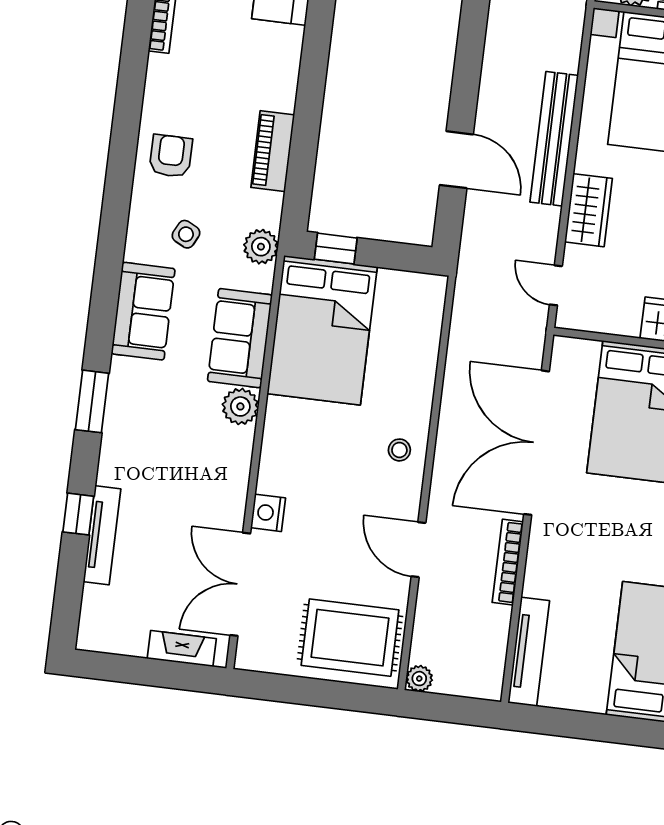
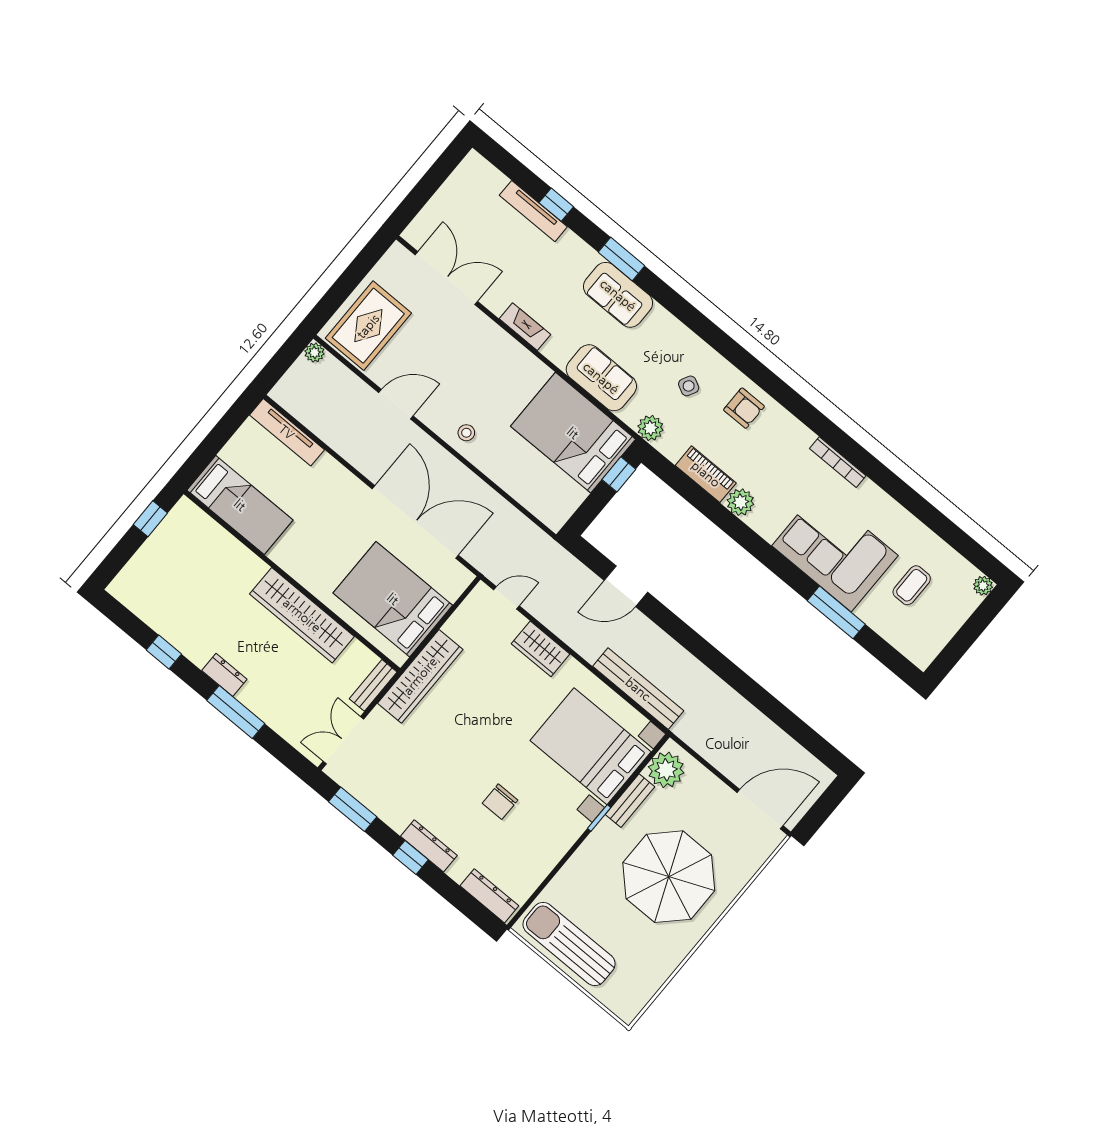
bench: (554, 139) -> (638, 689), moved
sofa: (143, 311) -> (618, 295), moved
plant: (240, 406) -> (740, 502), moved
nightstand: (268, 513) -> (480, 325), removed
bookcase: (508, 562) -> (352, 455), removed
fireplace: (182, 649) -> (525, 327), moved, turned -90

